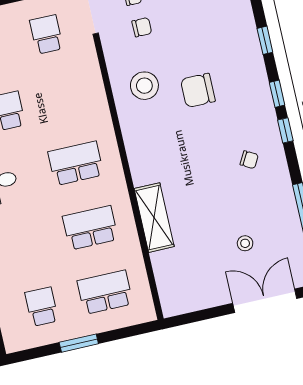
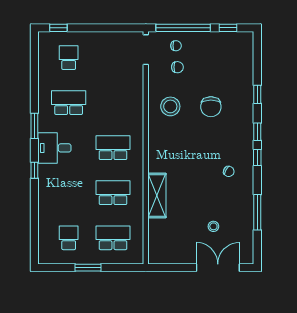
school desk: (46, 34) -> (113, 58), removed
chair: (198, 90) -> (211, 107), moved, turned -90

